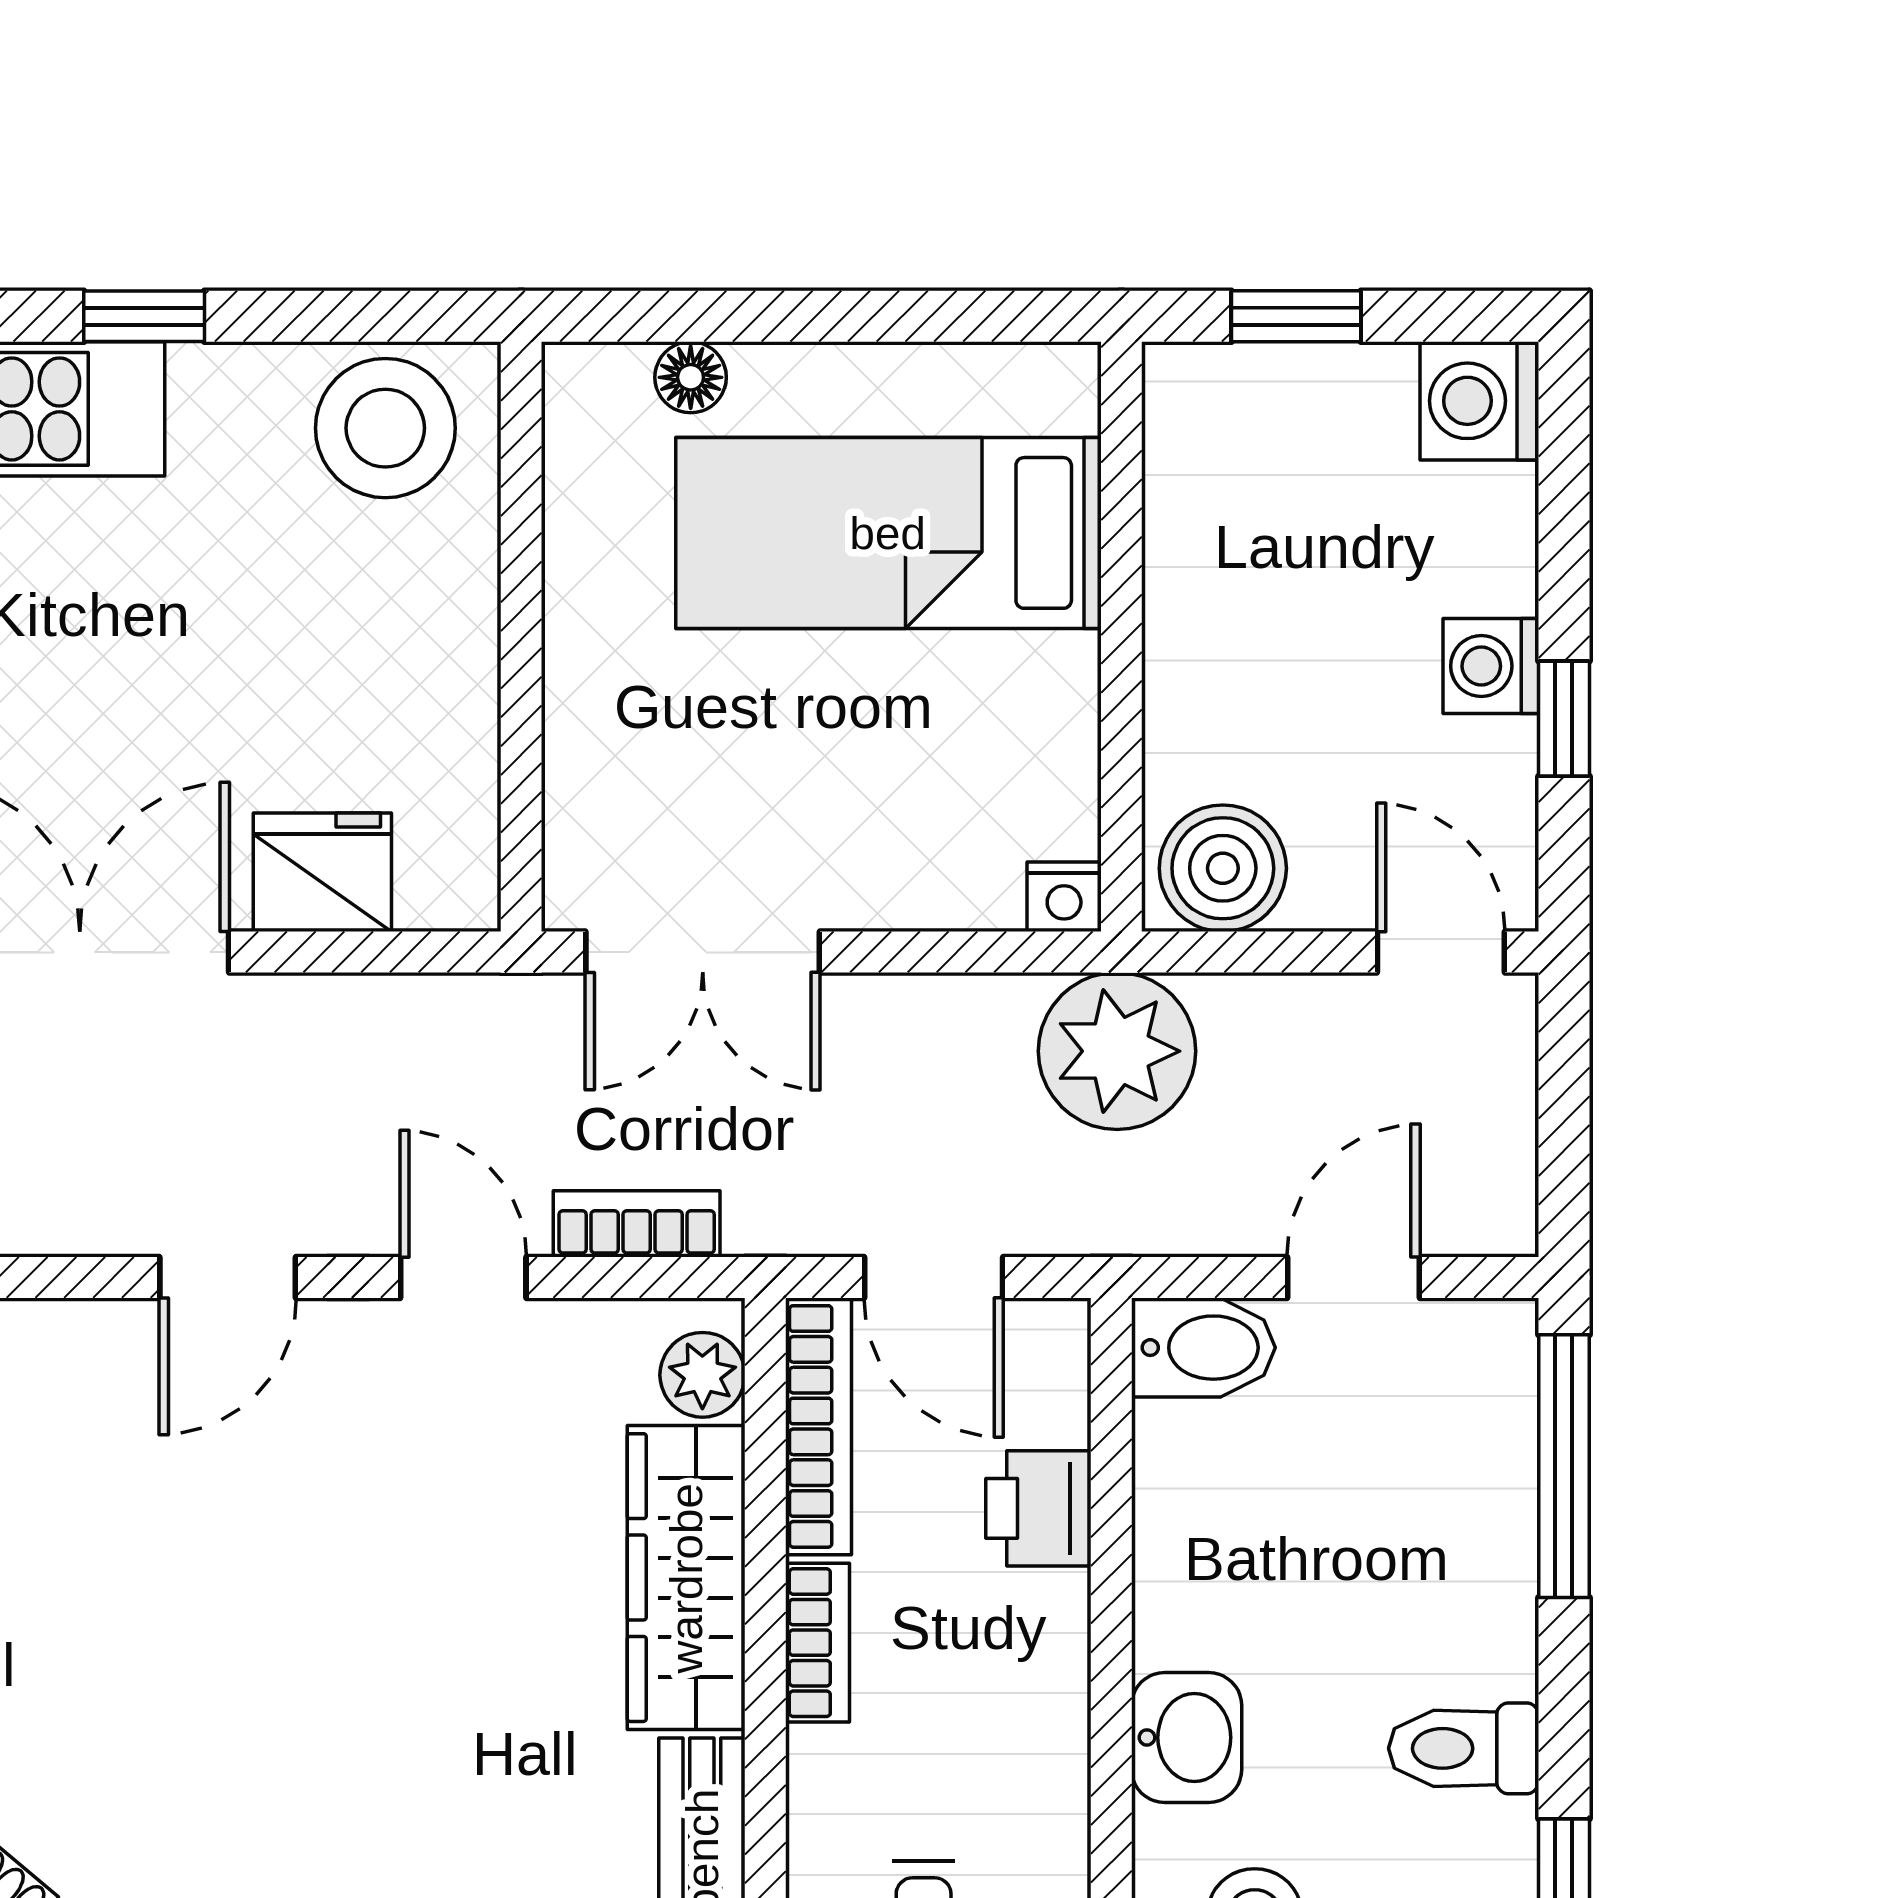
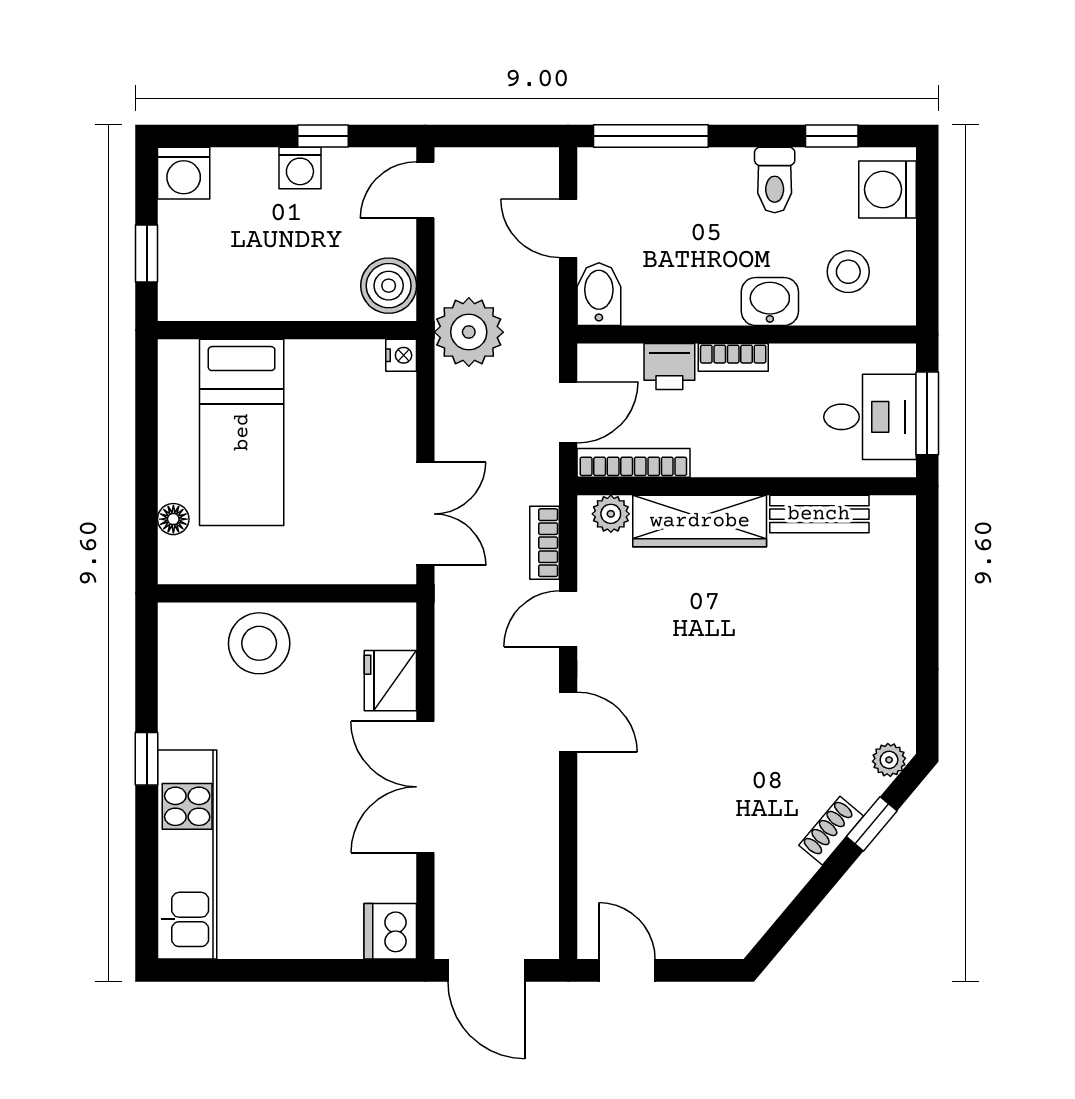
stool: (385, 428) -> (259, 643), moved
bookcase: (818, 1643) -> (733, 357), moved, turned 180

